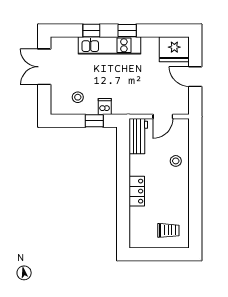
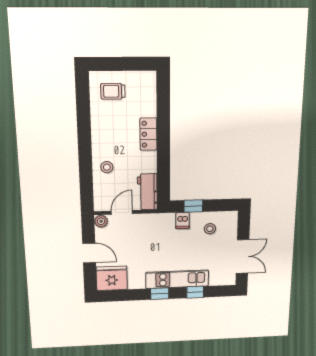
plant: (183, 108) -> (101, 221), added

